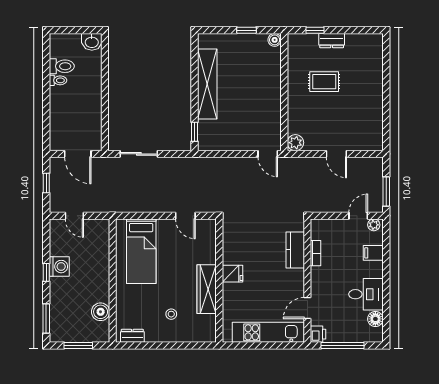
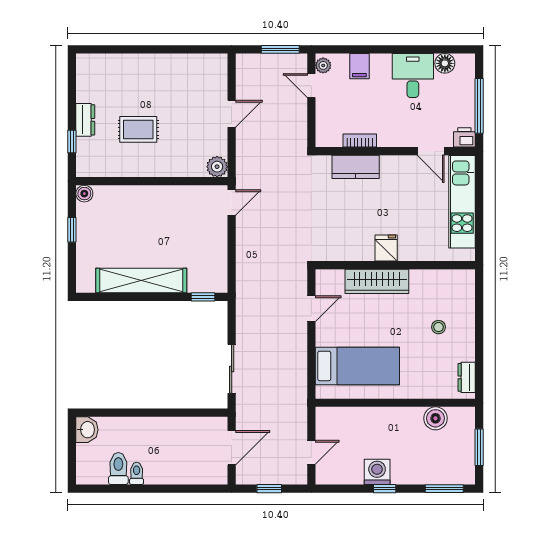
rug: (324, 82) -> (138, 129), turned 90
wardrobe: (207, 289) -> (377, 281), moved

